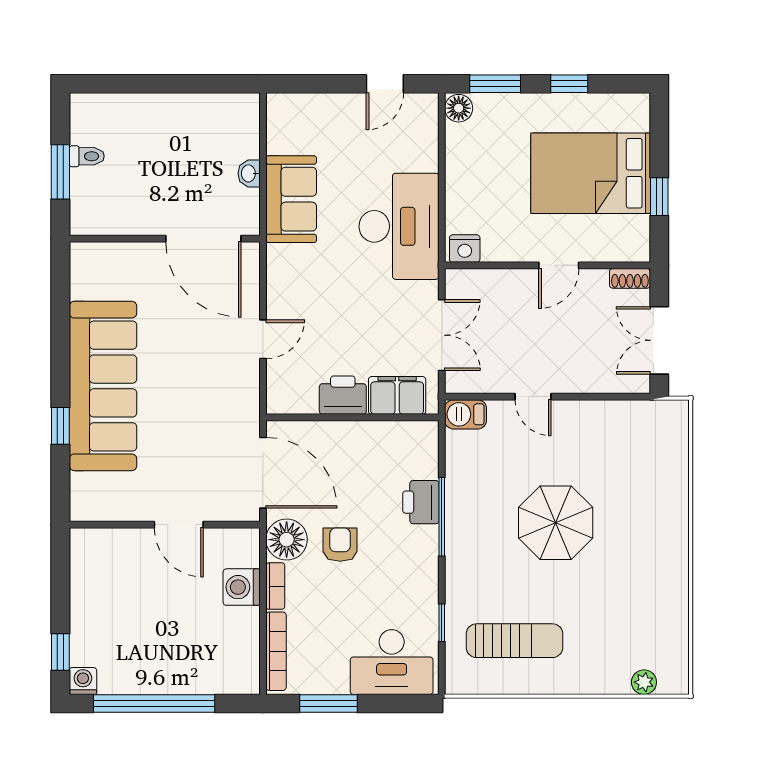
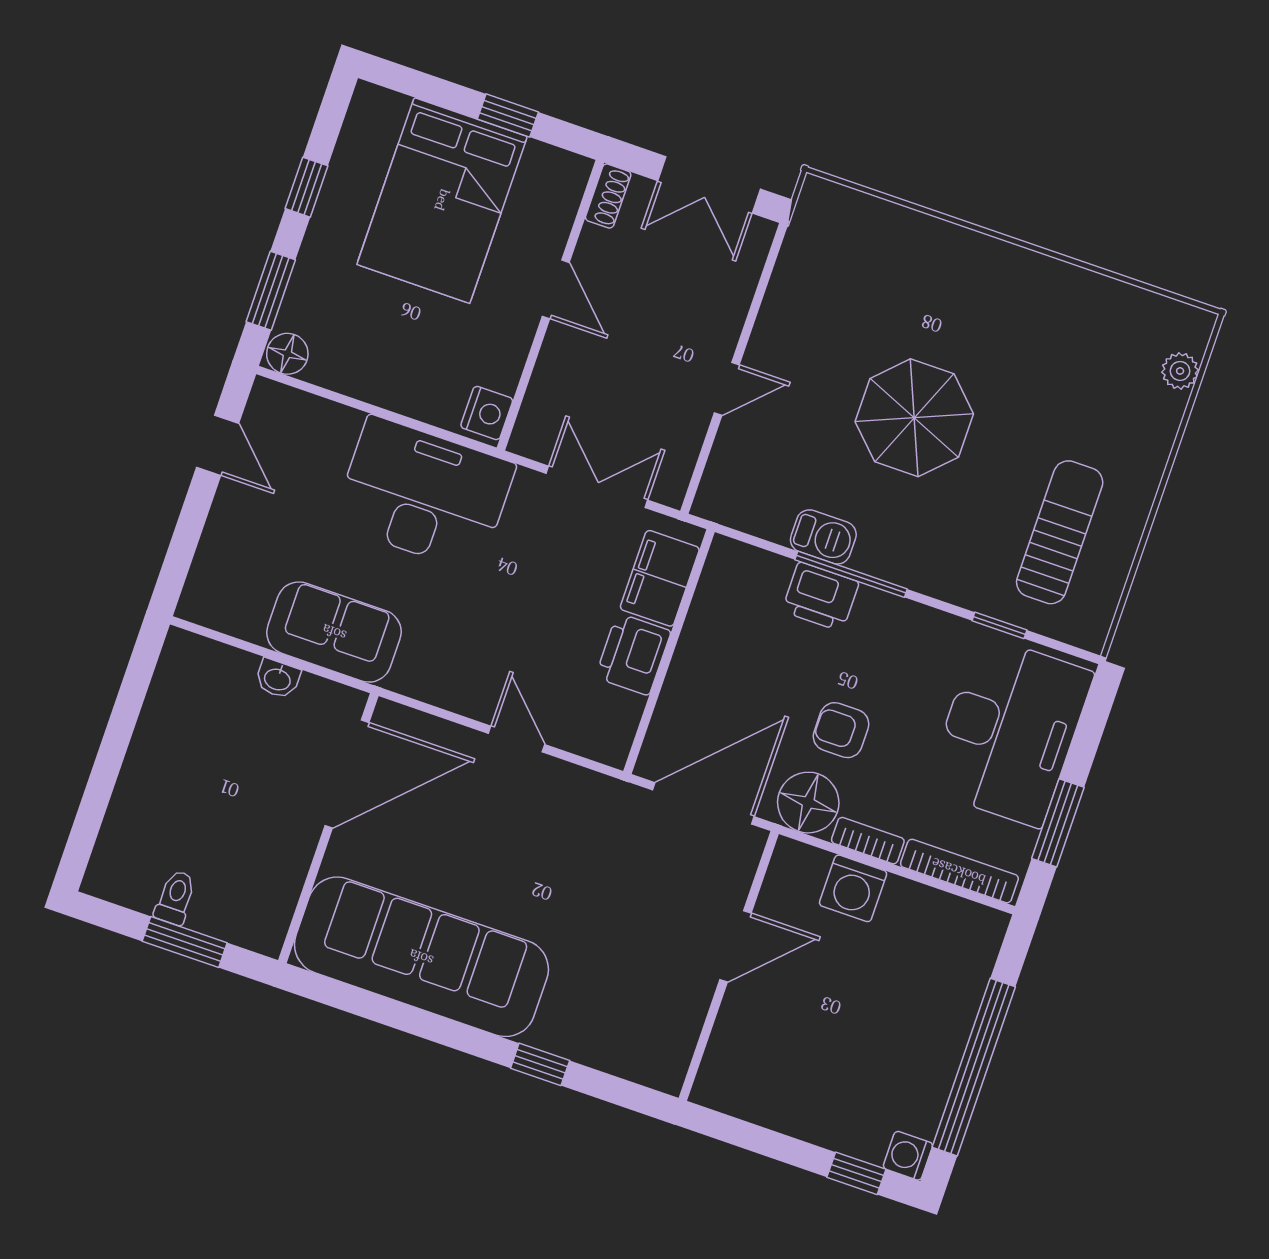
sofa: (103, 386) -> (421, 957), moved
barbecue: (466, 414) -> (823, 537), moved, turned -90
desk: (392, 662) -> (1009, 731), width x1.36, depth x1.30

